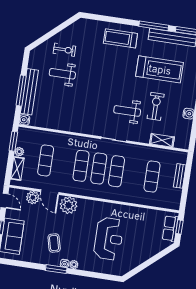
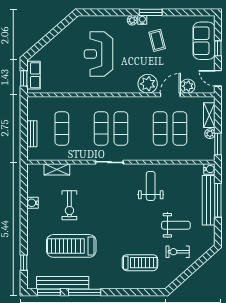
treadmill: (120, 38) -> (140, 263), moved
weight bench: (127, 111) -> (151, 186), moved, turned -90
exercise mat: (81, 166) -> (160, 128), moved
door: (50, 192) -> (170, 95), hinge flipped

